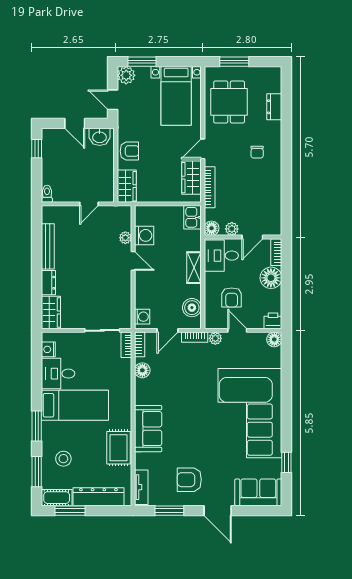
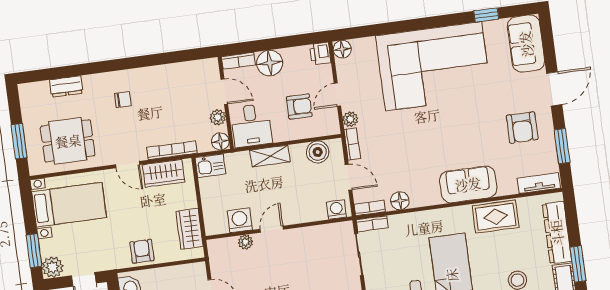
wardrobe: (127, 186) -> (190, 229), moved, turned -90

